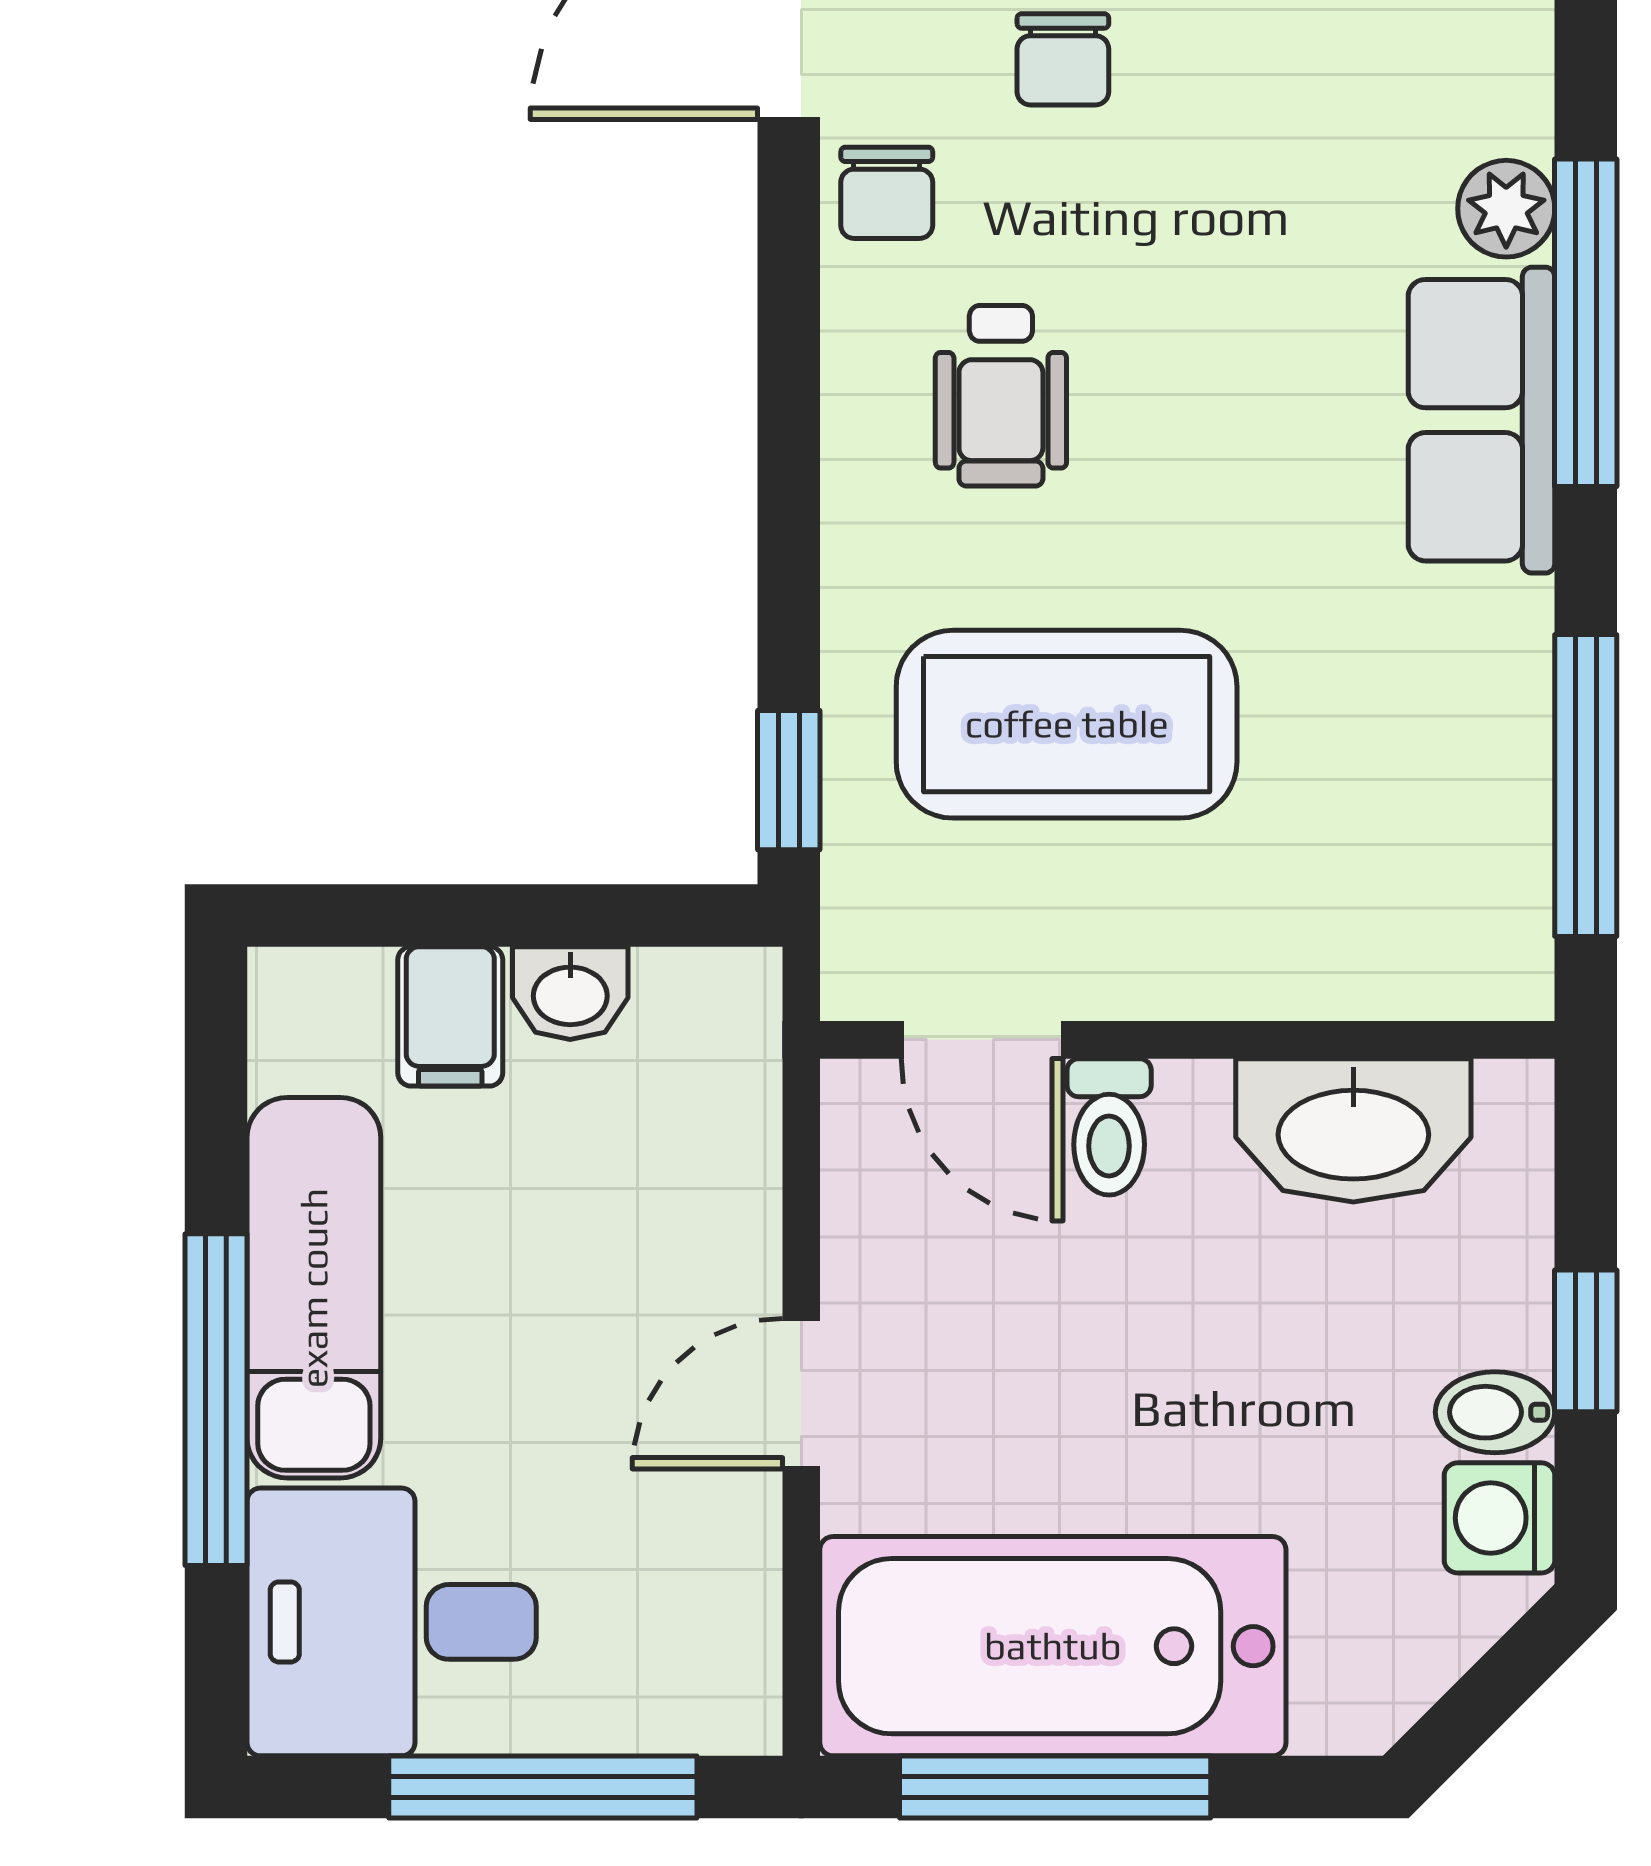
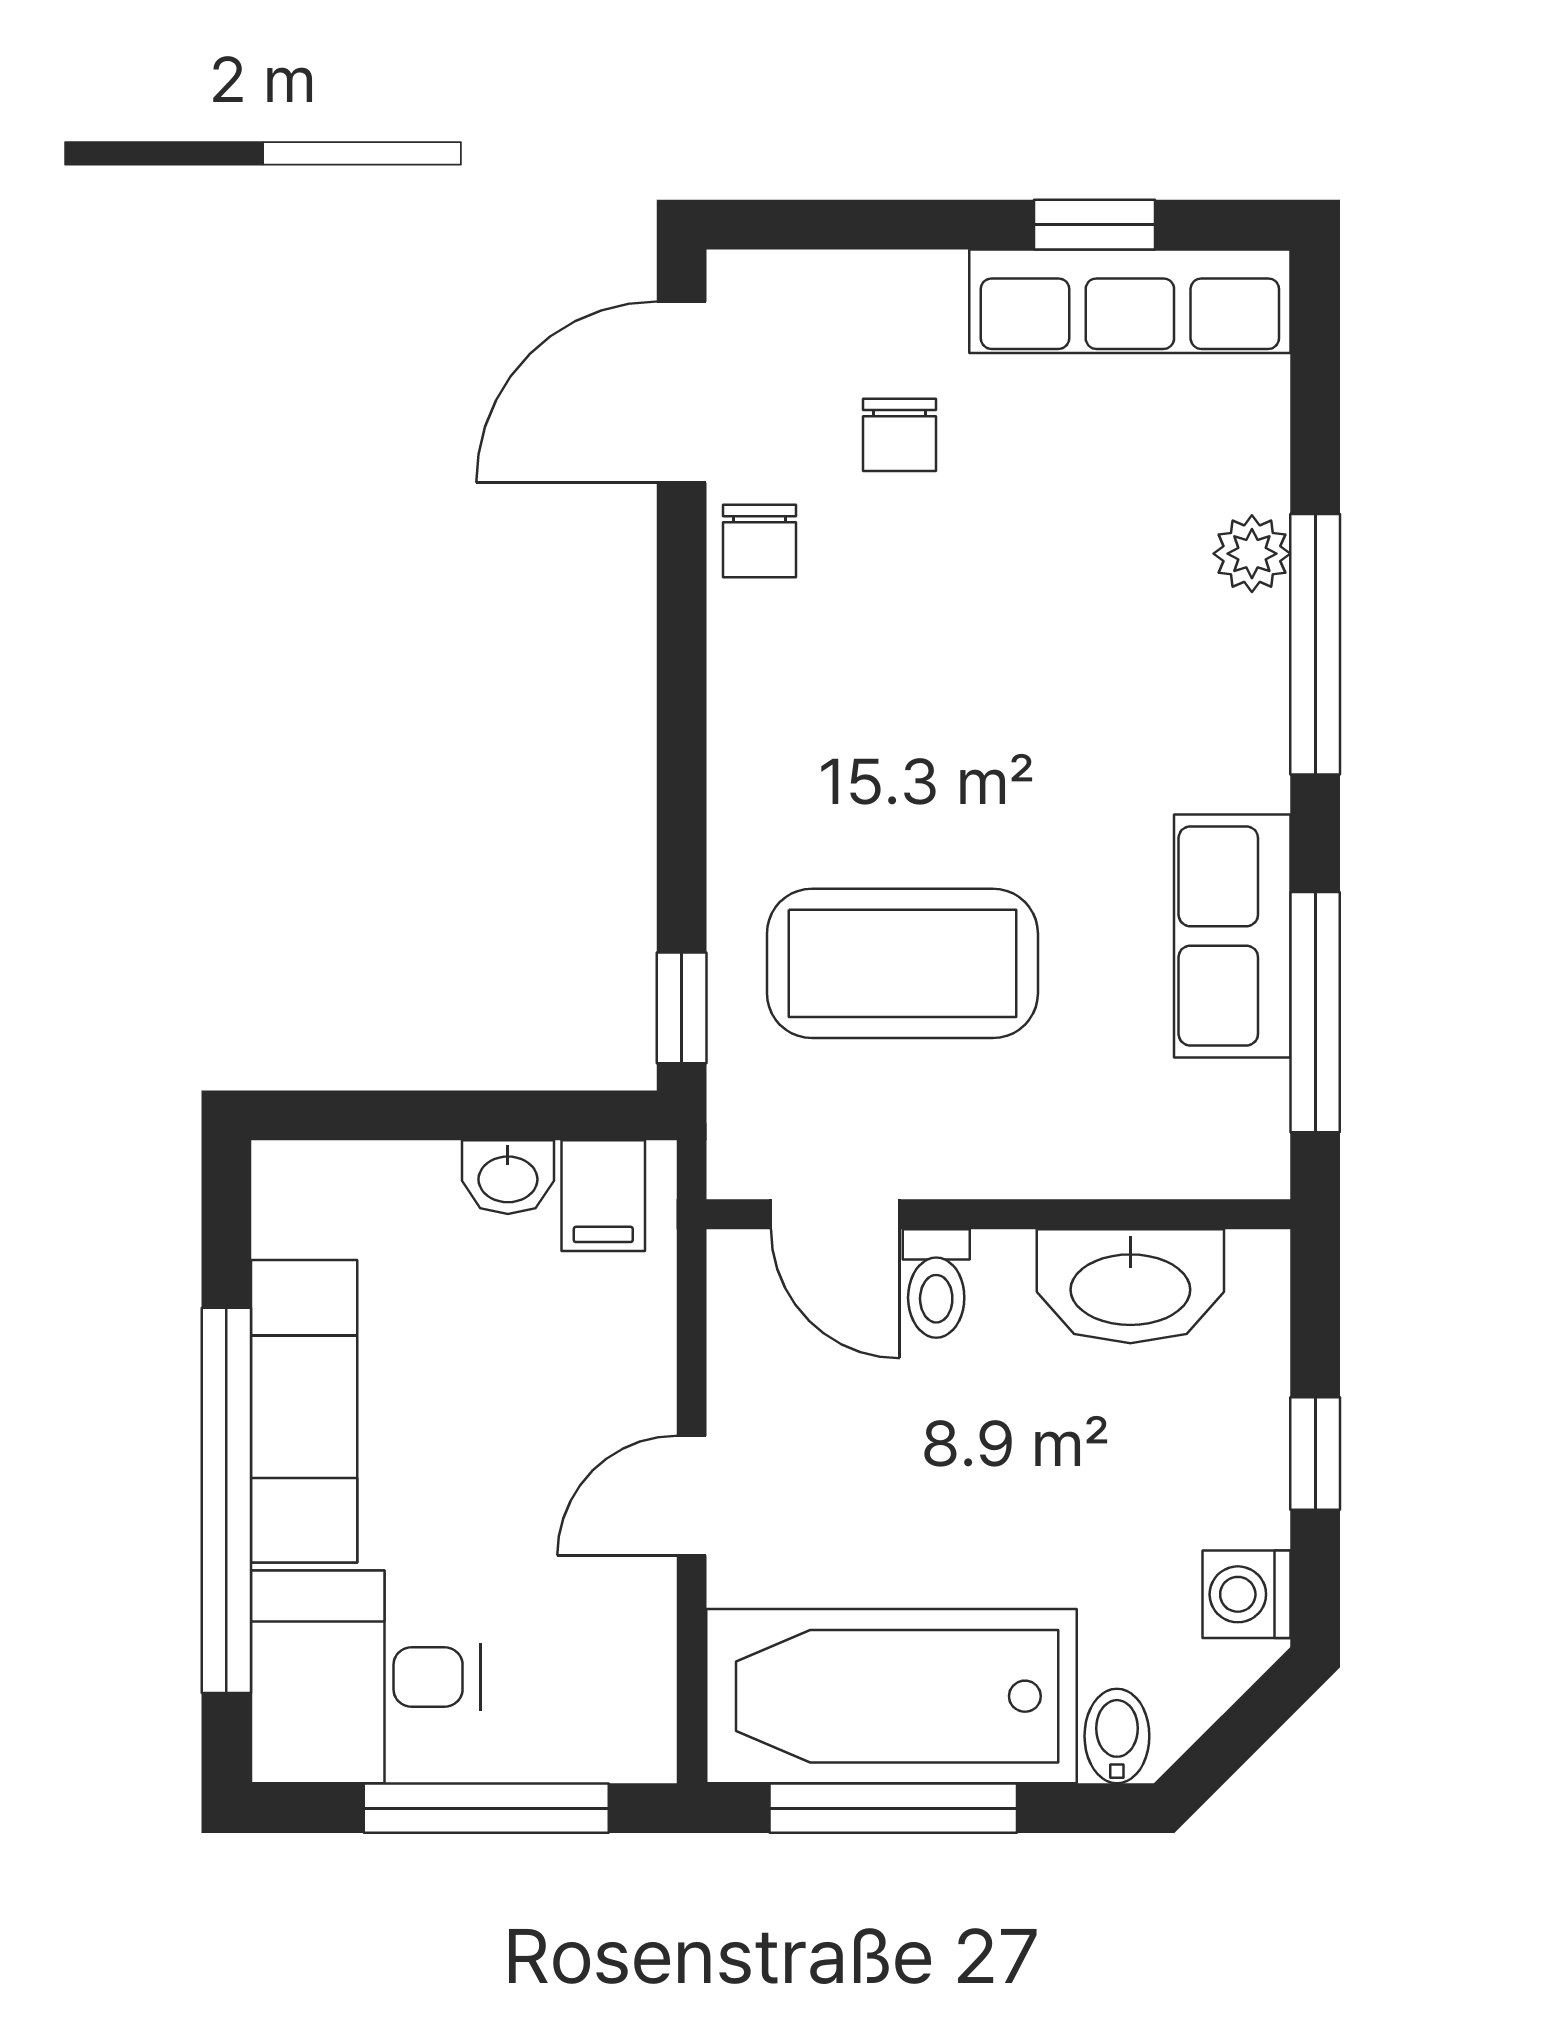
wheelchair: (1001, 396) -> (850, 702), removed
row of seats: (1481, 420) -> (1232, 936), moved
filing cabinet: (450, 1016) -> (603, 1196), moved
window: (216, 1400) -> (226, 1500), width x1.46
bidet: (1495, 1412) -> (1117, 1736), moved, turned 90

